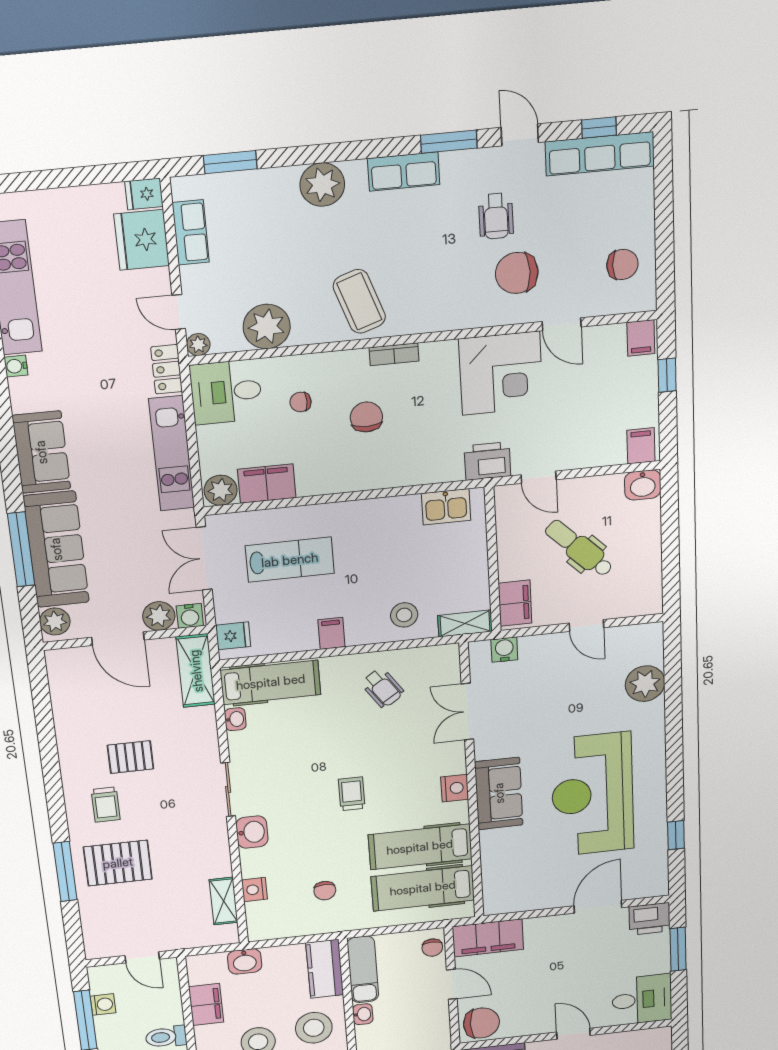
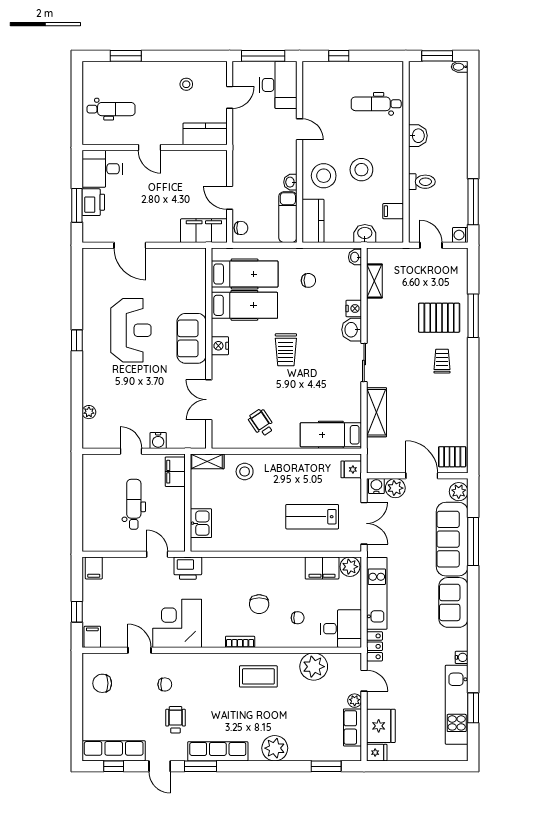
row of seats: (404, 172) -> (218, 751), width x1.48
chair: (517, 273) -> (165, 684), width x0.54, depth x0.54
coffee table: (359, 301) -> (258, 676), turned -71
plant: (198, 345) -> (355, 701), moved
washbasin: (643, 485) -> (93, 542), removed
kitchen sink: (446, 507) -> (201, 523), moved, turned 90
dental chair: (579, 548) -> (134, 504), turned -135
filing cabinet: (331, 633) -> (291, 464), removed
water cooler: (504, 650) -> (158, 441), moved
shelving: (196, 671) -> (376, 412), moved
plant: (645, 684) -> (89, 412), width x0.53, depth x0.53
double door: (468, 712) -> (209, 400), swing flipped
washbasin: (235, 719) -> (355, 257), moved
pallet: (130, 757) -> (452, 457), moved
trolley: (352, 794) -> (286, 350), width x1.36, depth x1.39
reception desk: (592, 794) -> (131, 330), width x0.74, depth x0.77
window: (676, 835) -> (77, 340), moved
nightstand: (254, 890) -> (354, 309), moved
chair: (325, 891) -> (308, 280), turned 90
door: (598, 907) -> (130, 245), hinge flipped
printer: (650, 919) -> (93, 202), moved, turned 90
chair: (432, 948) -> (241, 228), turned 90
washing machine: (103, 1004) -> (460, 235), moved
filing cabinet: (206, 1005) -> (393, 211), width x0.50
chair: (481, 1023) -> (211, 164), removed

